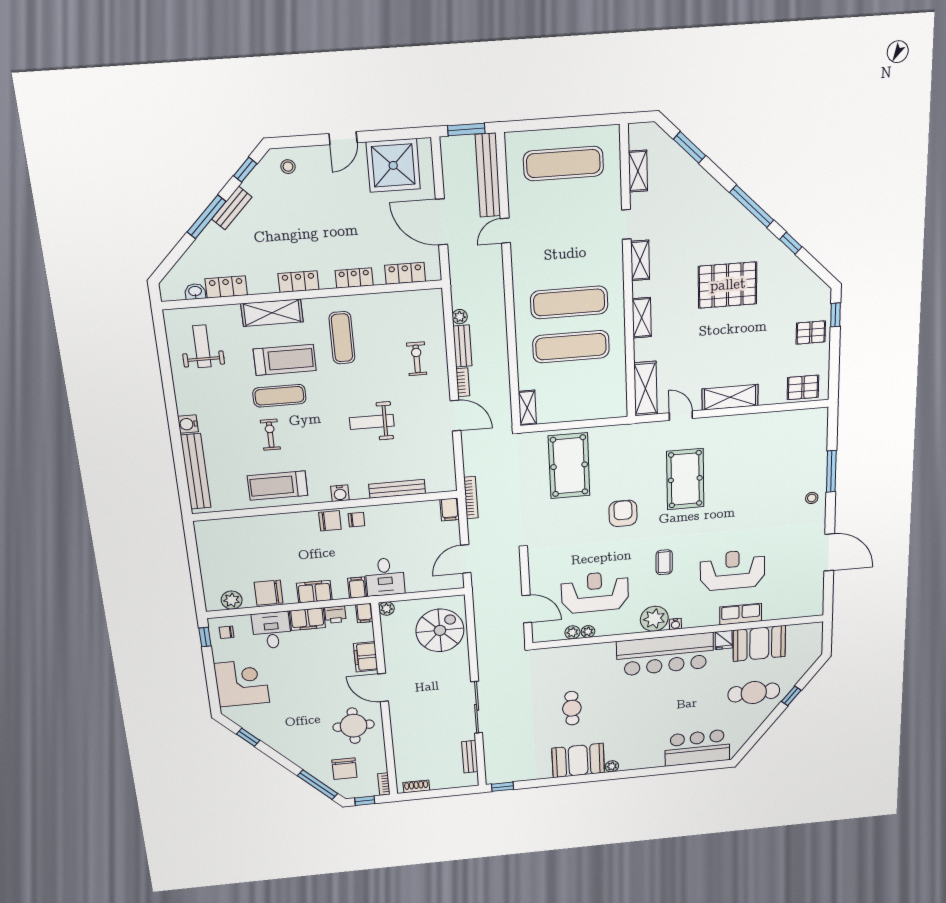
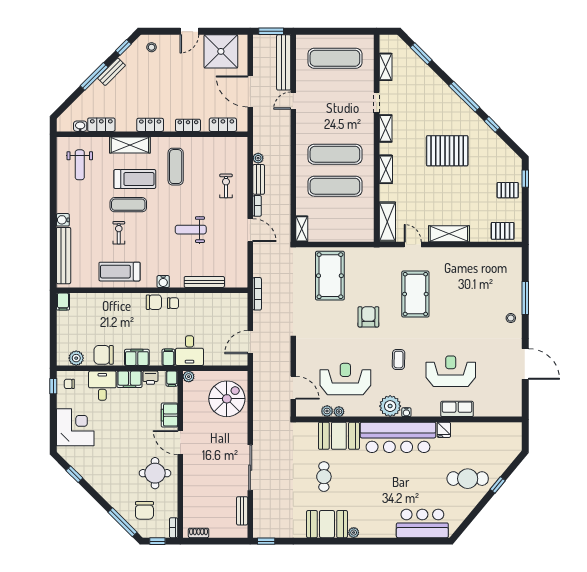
weight bench: (202, 346) -> (80, 165), turned 180
filing cabinet: (450, 509) -> (63, 302), moved
booth: (759, 643) -> (339, 436), moved

